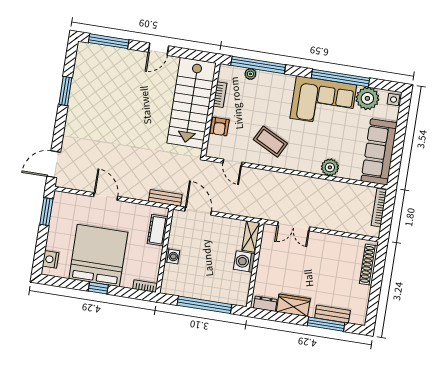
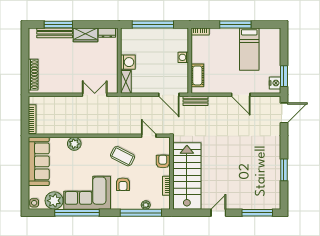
armchair: (275, 105) -> (123, 184), added
bed: (98, 255) -> (249, 49), width x0.49
nightstand: (51, 259) -> (275, 83), moved
window: (98, 288) -> (235, 24), width x2.17
bench: (332, 314) -> (55, 33), width x1.36

